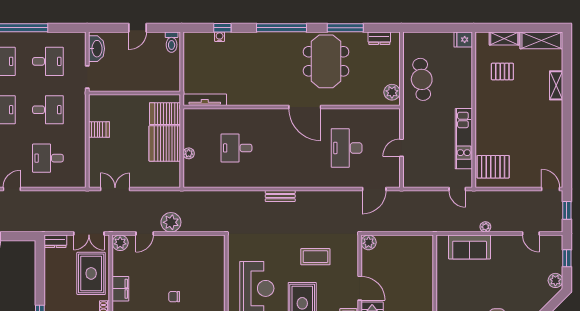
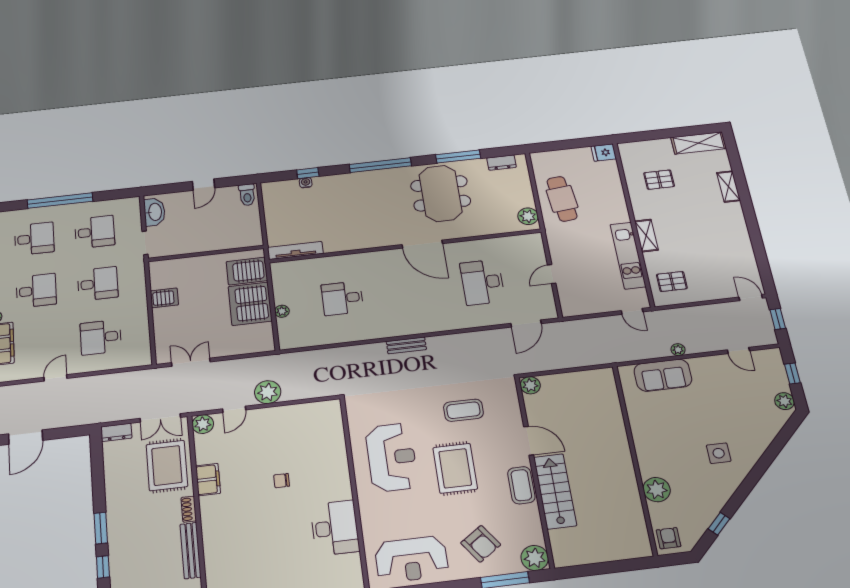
shelving: (504, 39) -> (646, 236), moved, turned 90
pallet: (493, 167) -> (672, 281), width x0.67, depth x0.71

